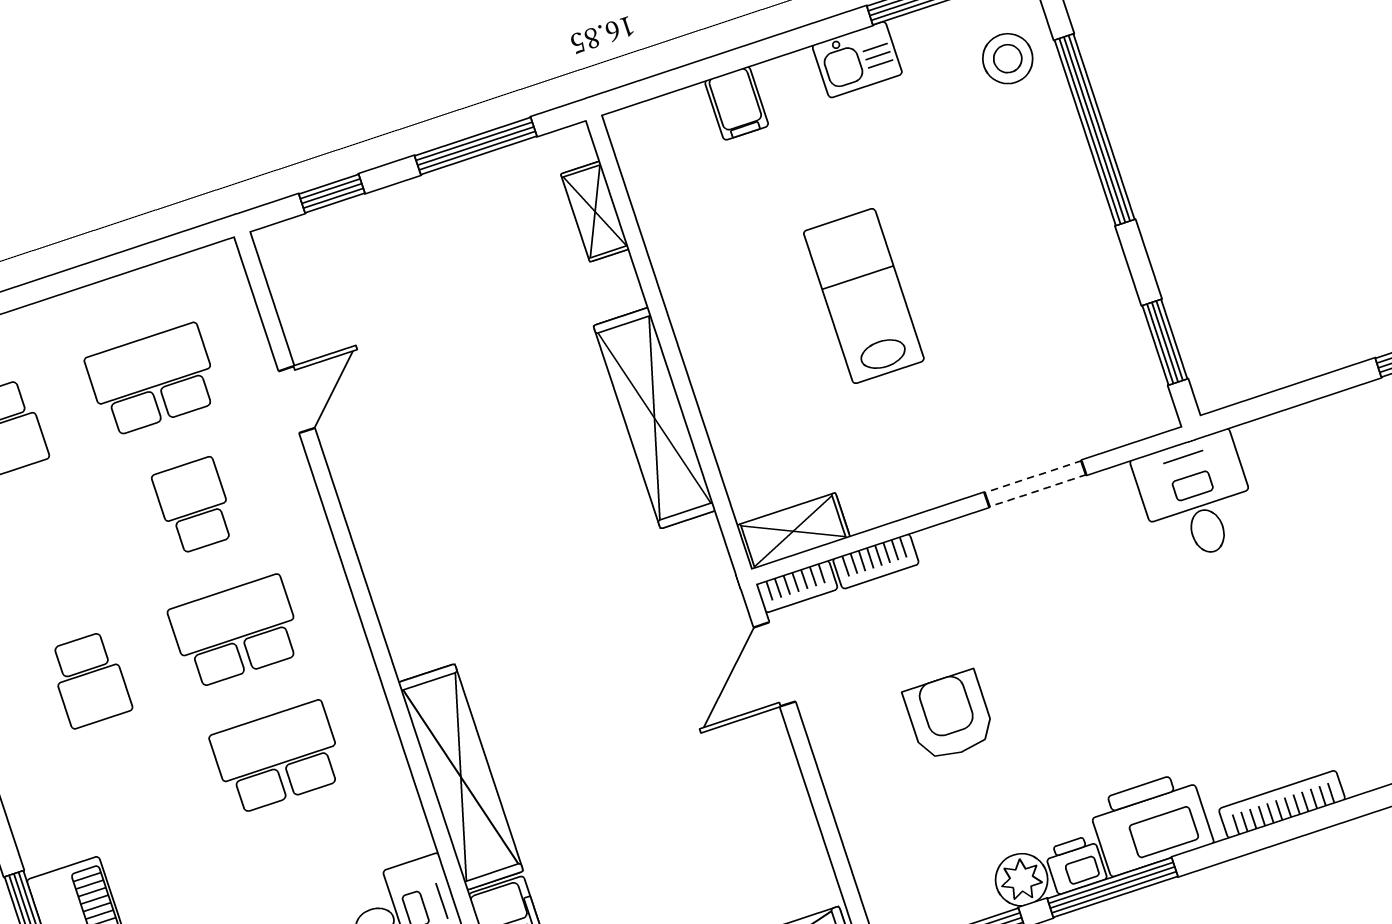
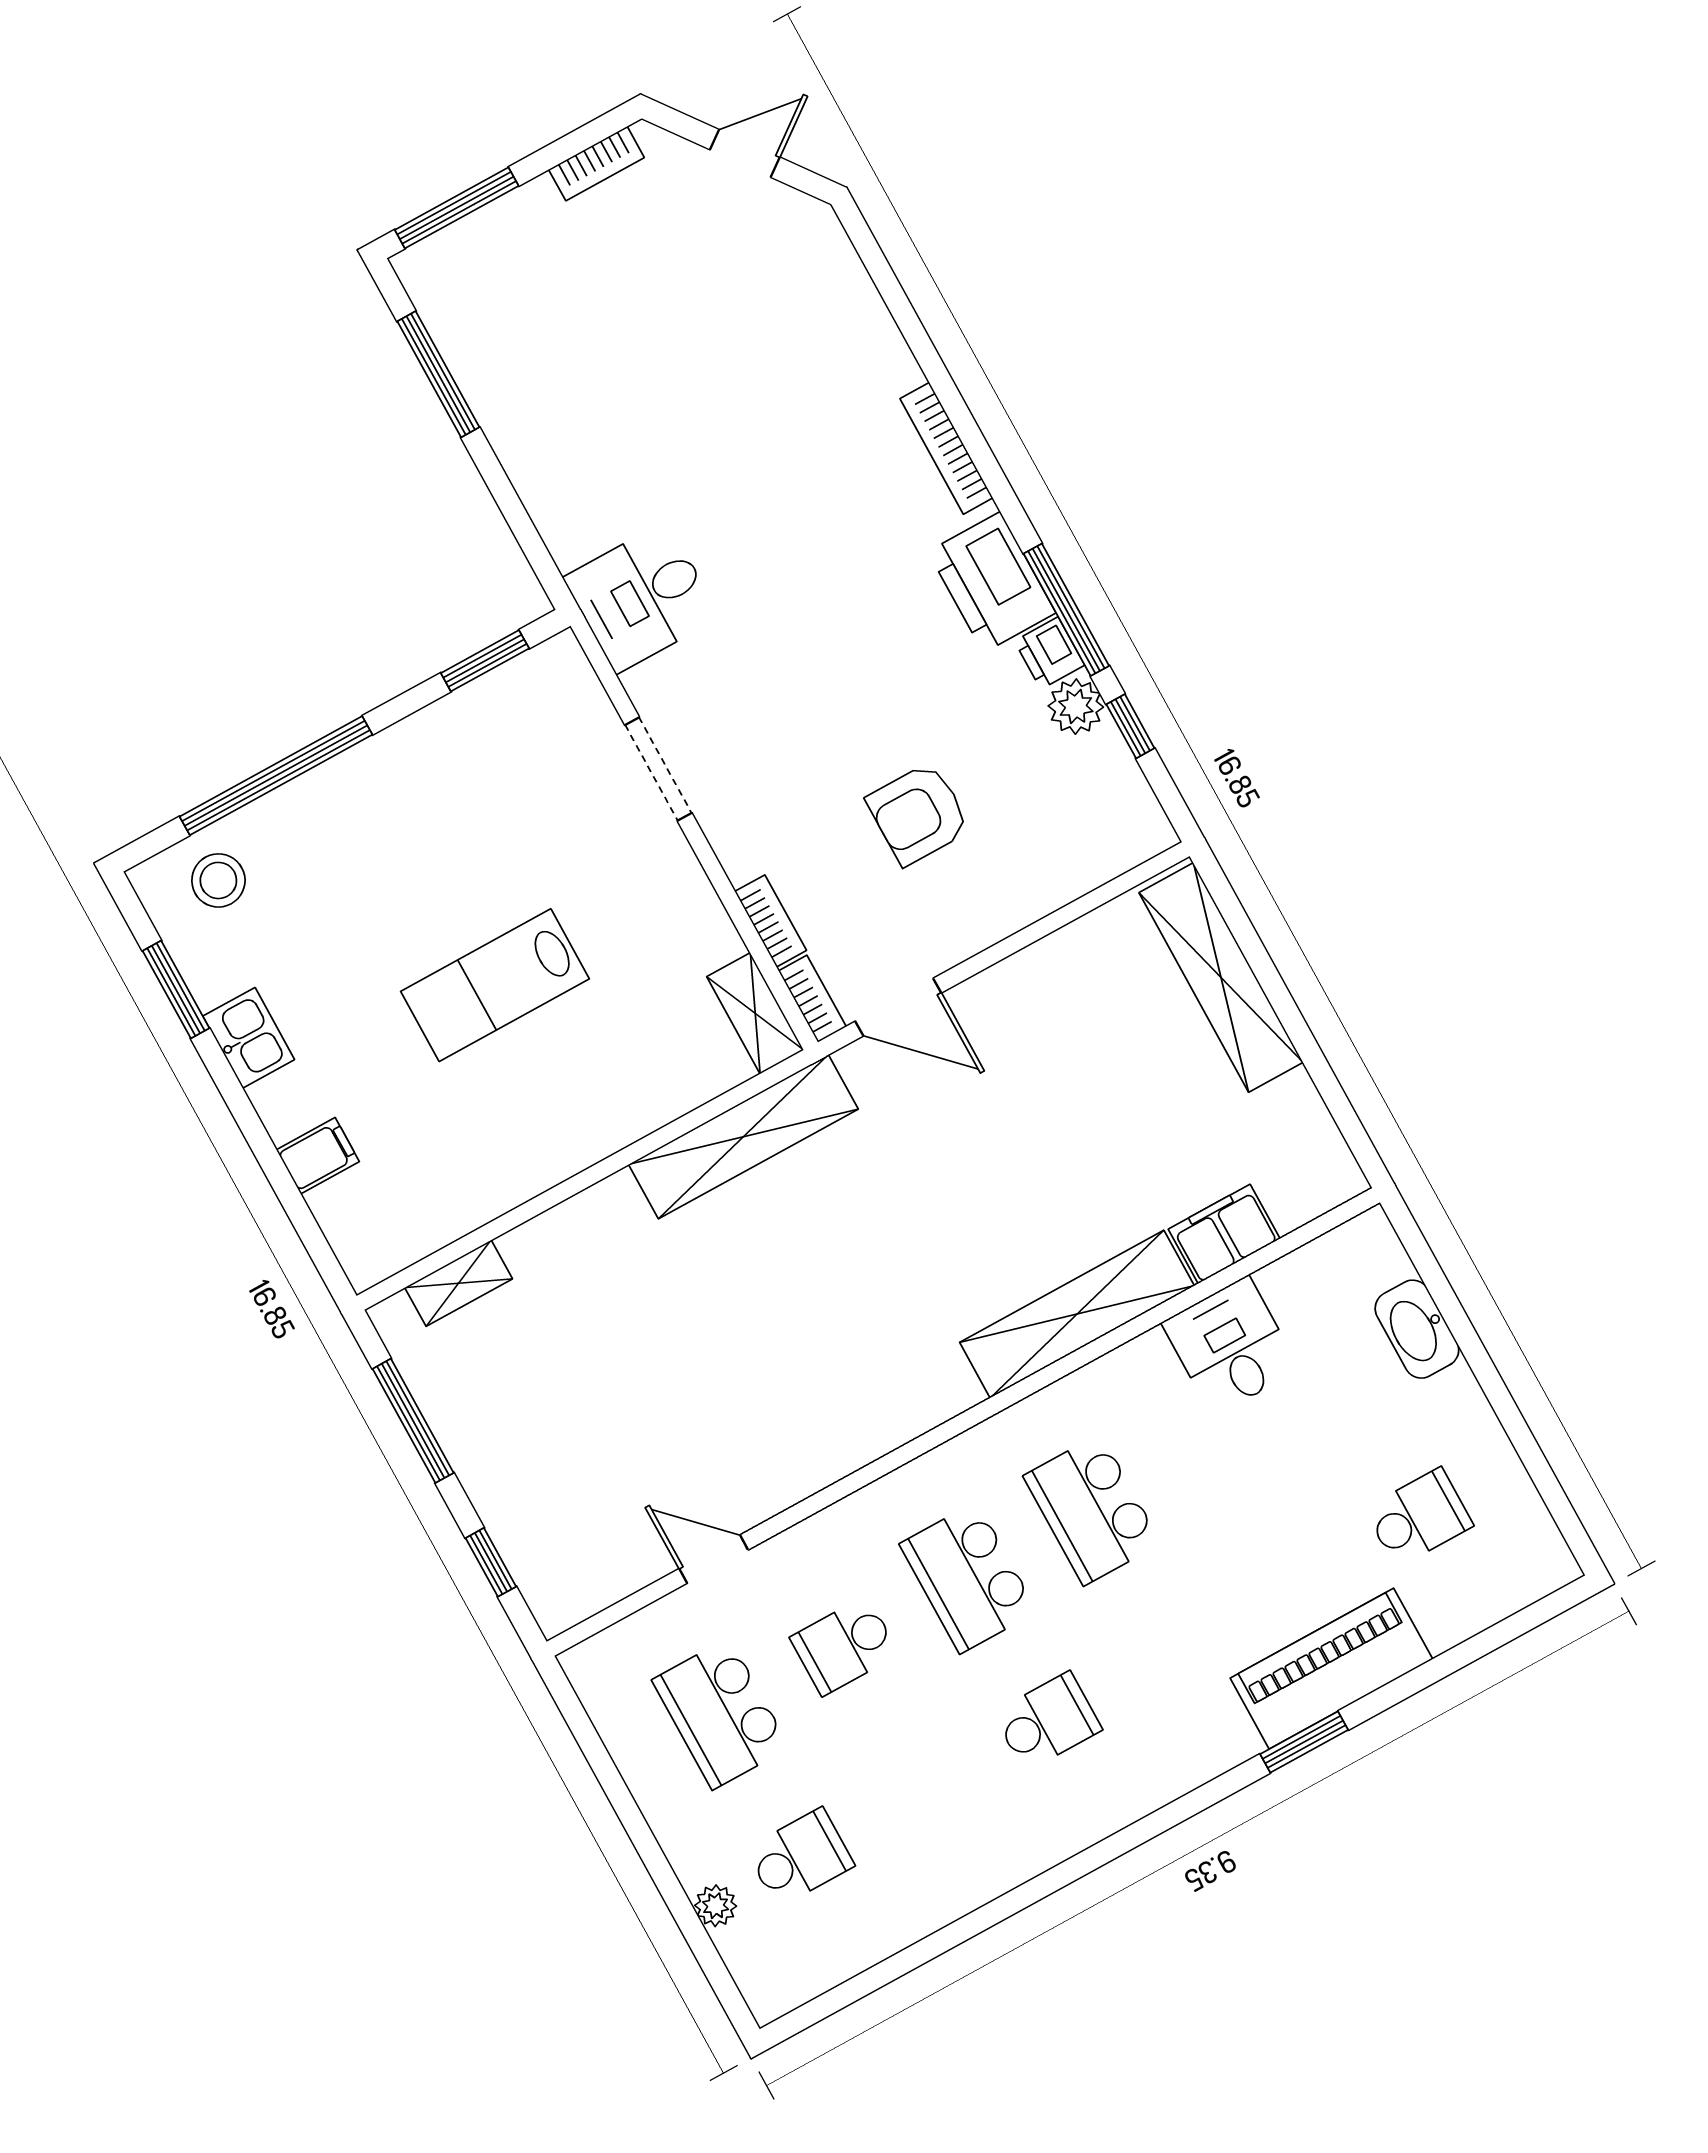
shelving: (655, 418) -> (743, 1137), moved

